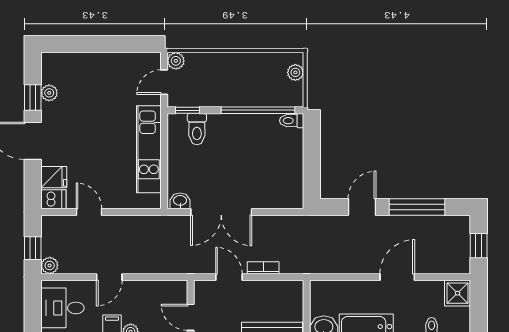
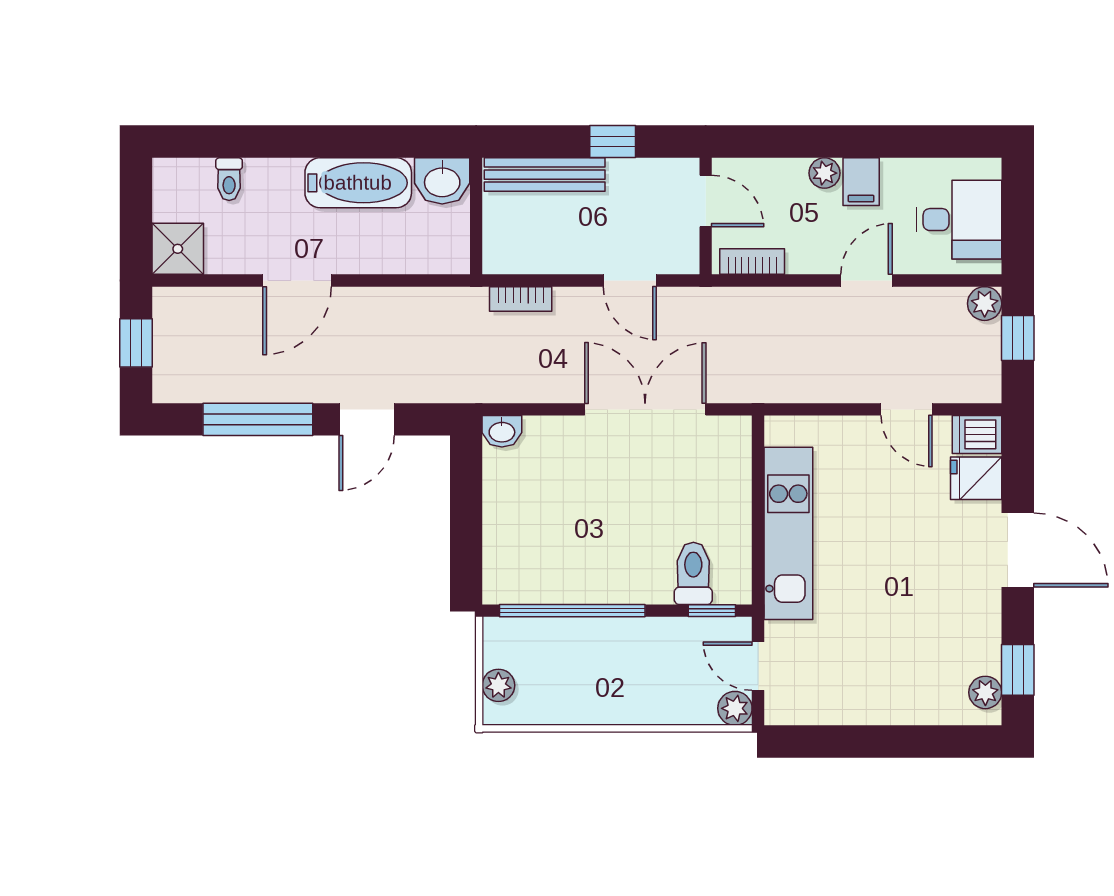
door: (164, 82) -> (758, 666), swing flipped
plant: (49, 93) -> (985, 692), moved
window: (33, 97) -> (1018, 670), moved
toilet: (292, 121) -> (506, 590), removed
washbasin: (180, 201) -> (502, 431), moved
bookcase: (263, 268) -> (521, 299), moved
bookcase: (167, 287) -> (752, 262), added

